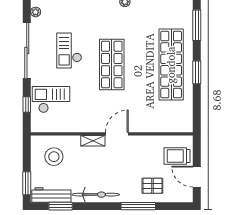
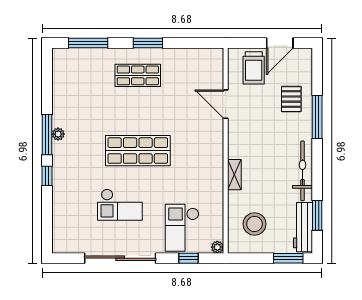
plant: (36, 12) -> (217, 247), moved
shop shelf: (171, 65) -> (138, 75), width x0.50, depth x0.74
door: (117, 134) -> (226, 104), moved

